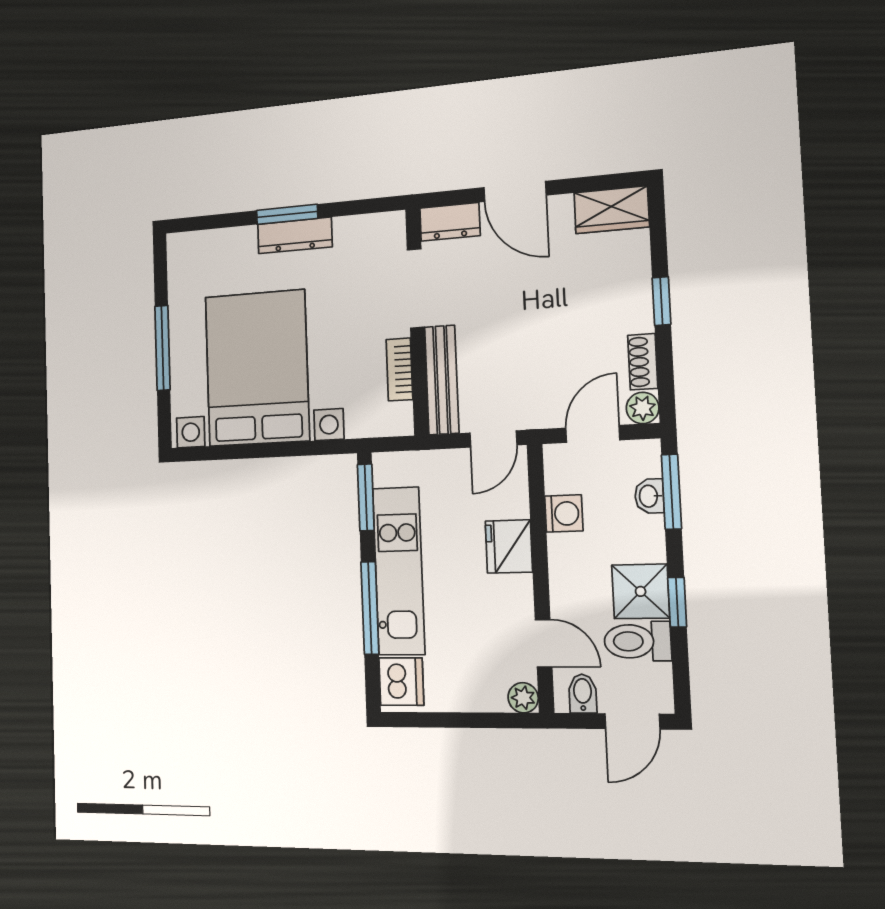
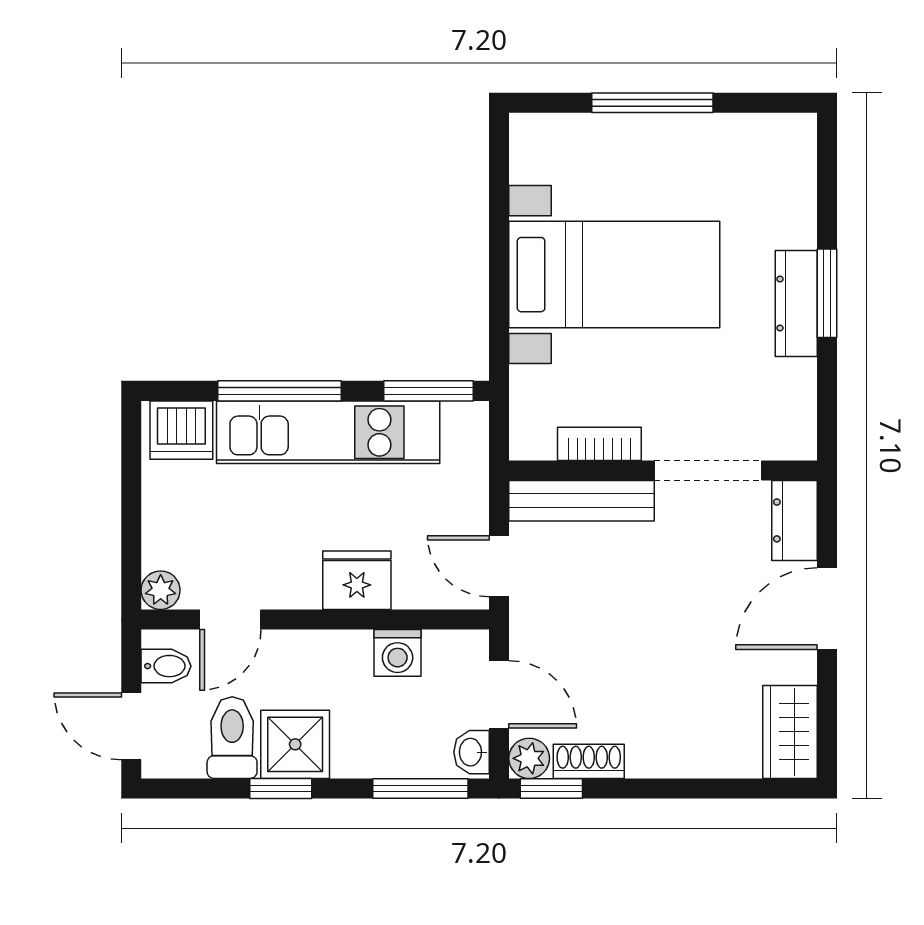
window: (661, 301) -> (551, 788), moved
bed with nightstands: (257, 368) -> (614, 275), width x0.73
washbasin: (649, 496) -> (471, 752), moved, turned -90

